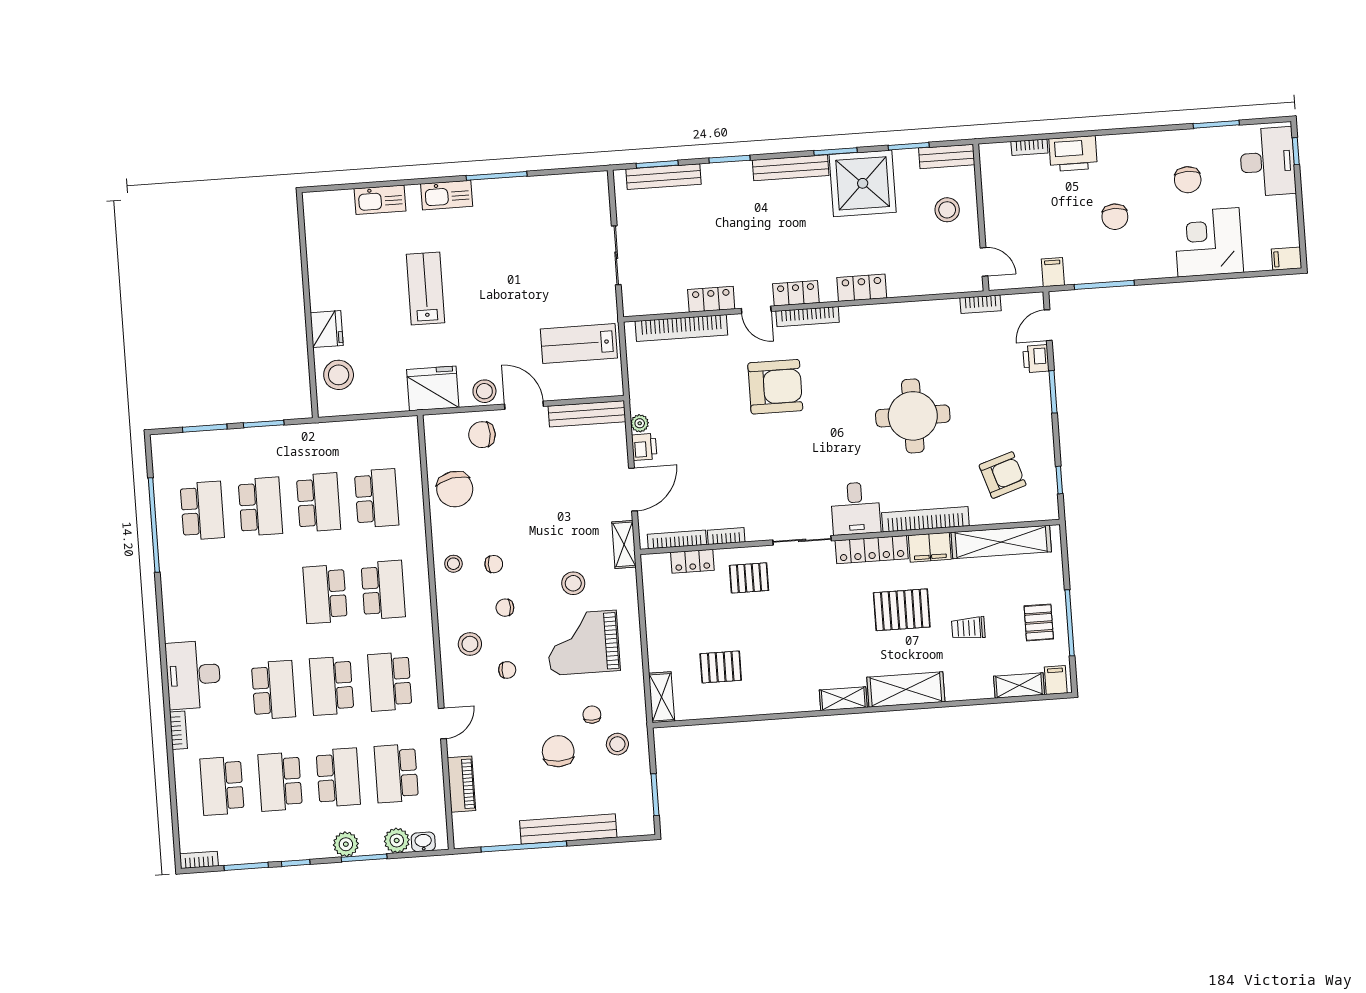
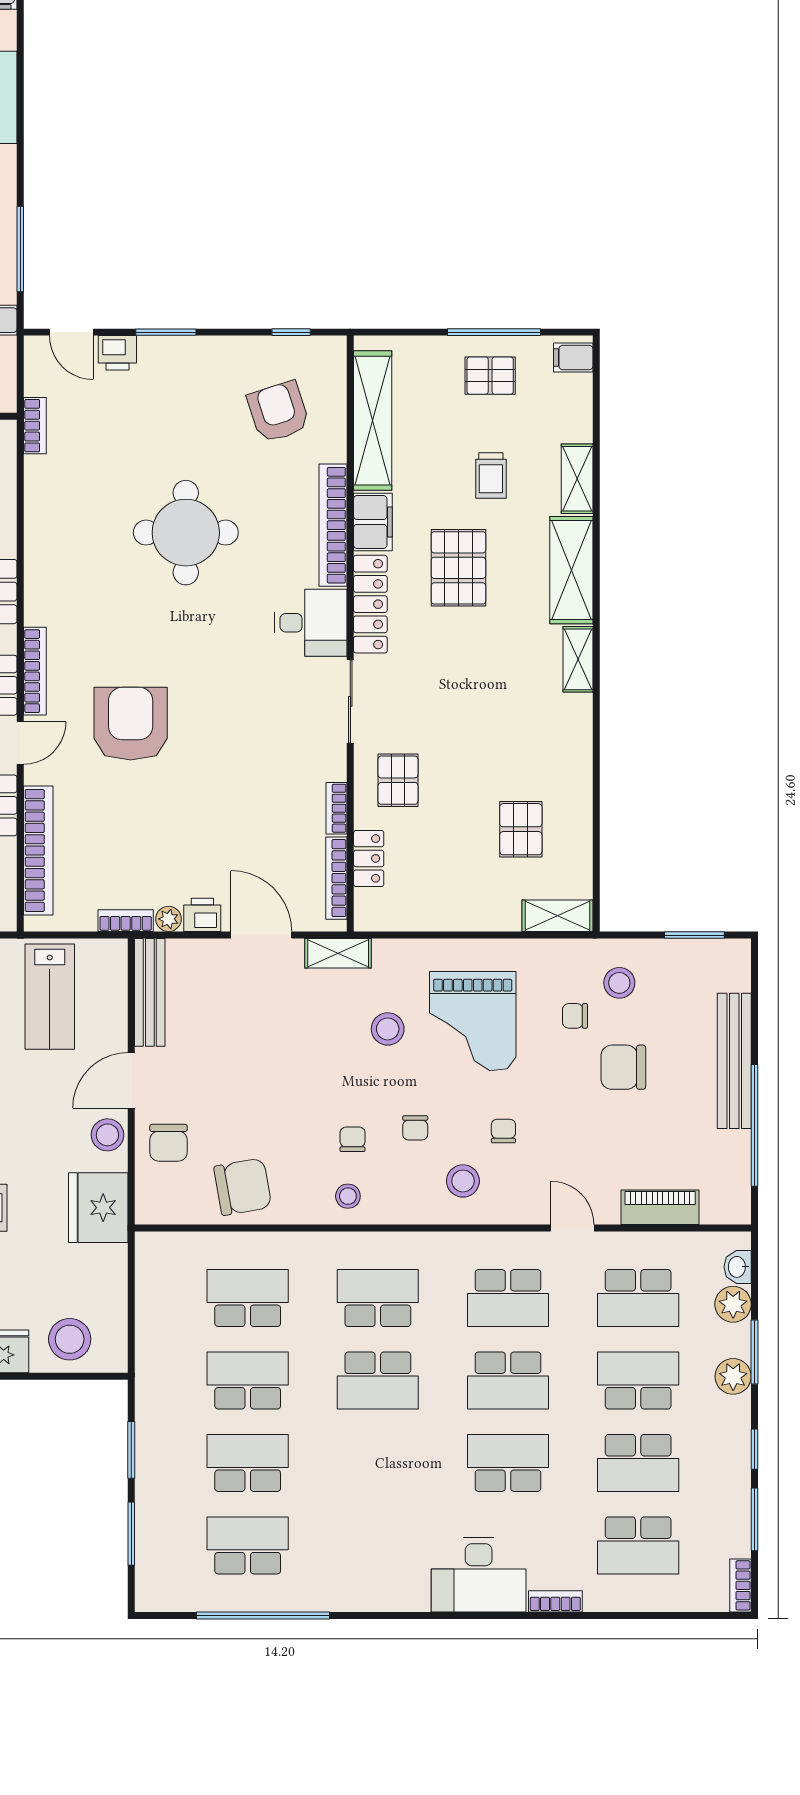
bookcase: (636, 393) -> (126, 921), added
shelving: (1019, 685) -> (577, 479), moved

